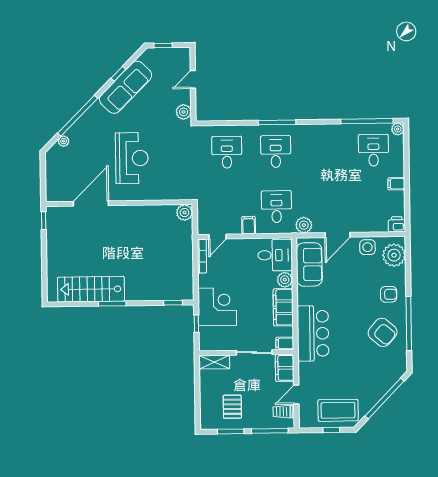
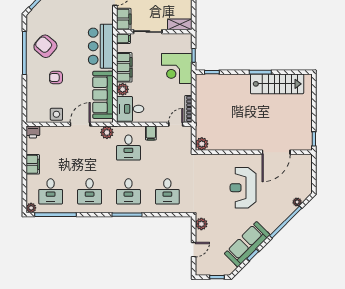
desk: (325, 151) -> (90, 191), added
filing cabinet: (396, 184) -> (33, 164), width x2.00
plant: (394, 255) -> (35, 108), removed
sofa: (309, 264) -> (103, 95), width x1.36
armchair: (389, 294) -> (56, 78), moved

